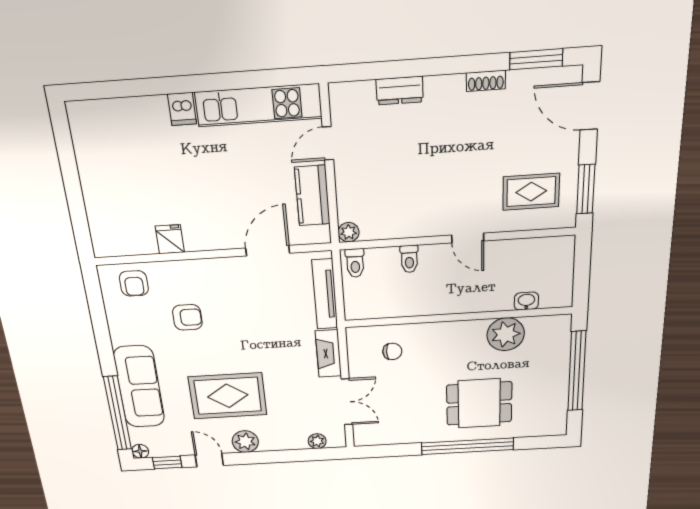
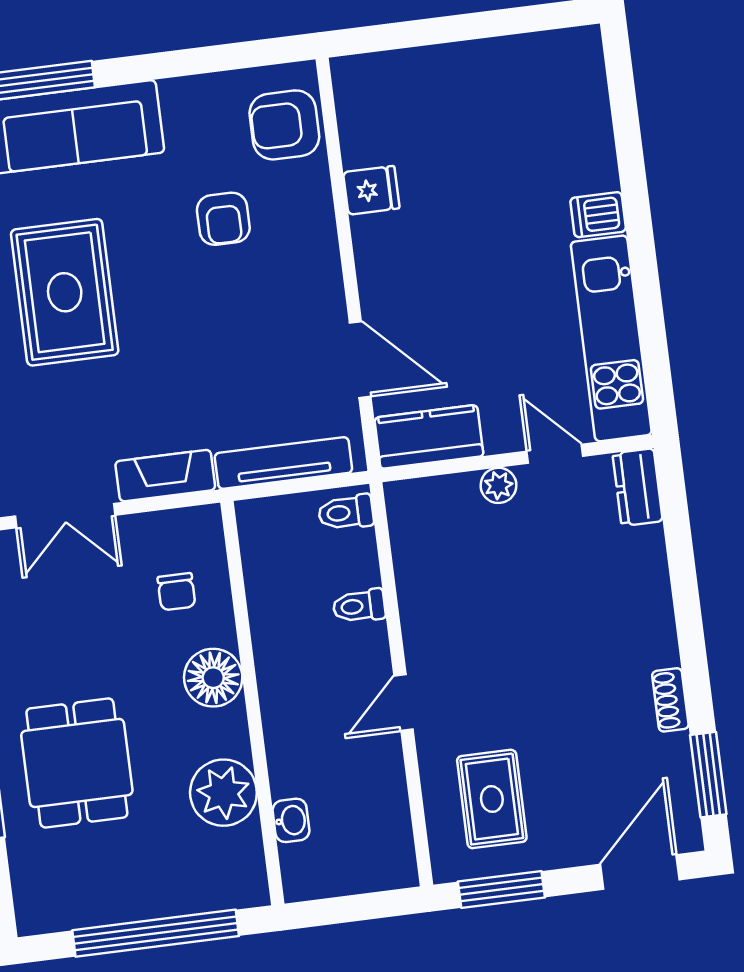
dresser: (400, 91) -> (638, 487), moved
kitchen counter: (312, 196) -> (429, 437), moved
plant: (349, 232) -> (498, 485), moved
armchair: (134, 283) -> (284, 125), width x1.38, depth x1.38
floor lamp: (441, 336) -> (213, 678), added

